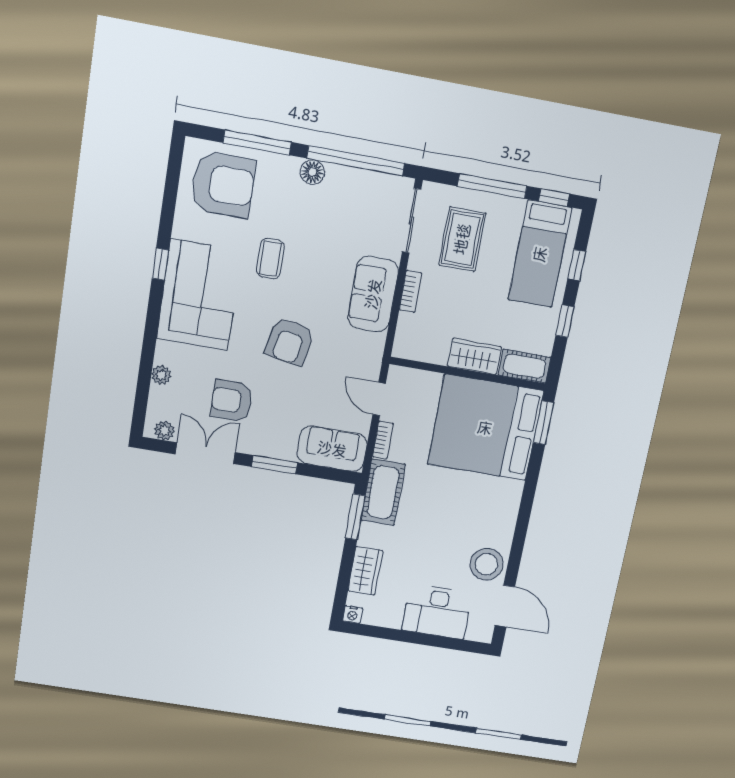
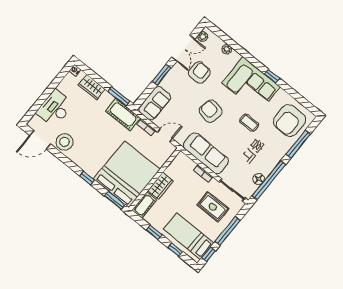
floor lamp: (312, 172) -> (259, 179), moved
sofa: (373, 294) -> (206, 153), width x1.36
window: (529, 492) -> (87, 178), added

